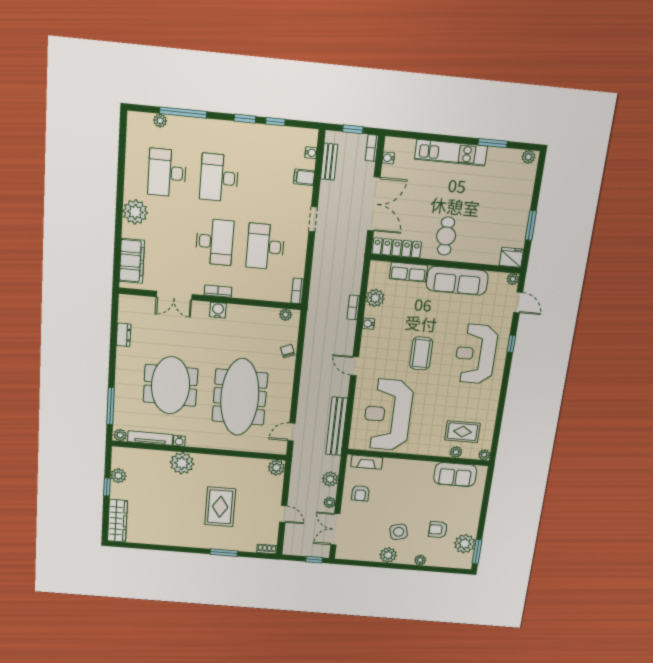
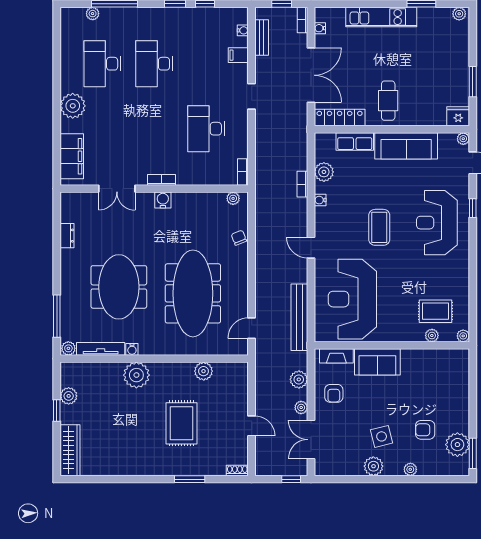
desk: (214, 242) -> (154, 129), removed
plant: (276, 468) -> (204, 371), moved
sofa: (455, 475) -> (377, 362), moved

